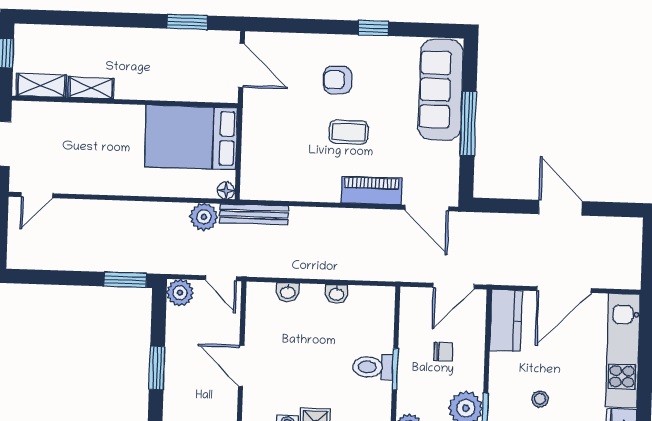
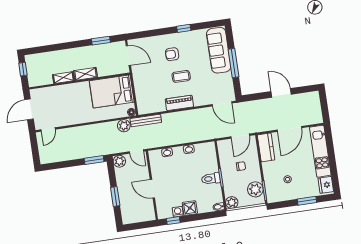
shelving: (41, 85) -> (85, 74), moved
piano: (372, 190) -> (179, 103), moved

